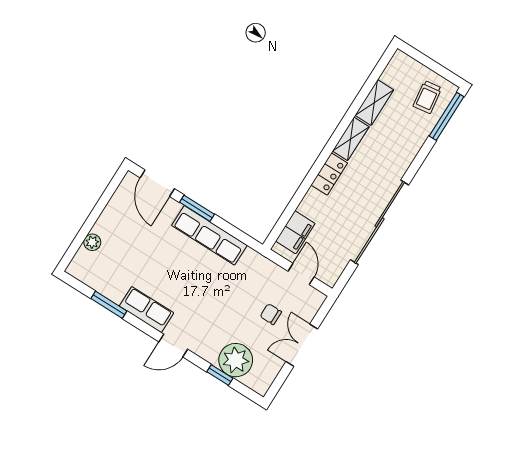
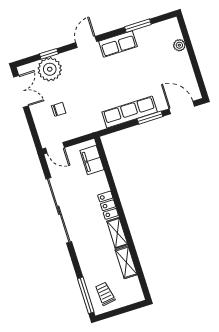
door: (301, 274) -> (55, 148), moved
double door: (302, 345) -> (21, 91), moved

